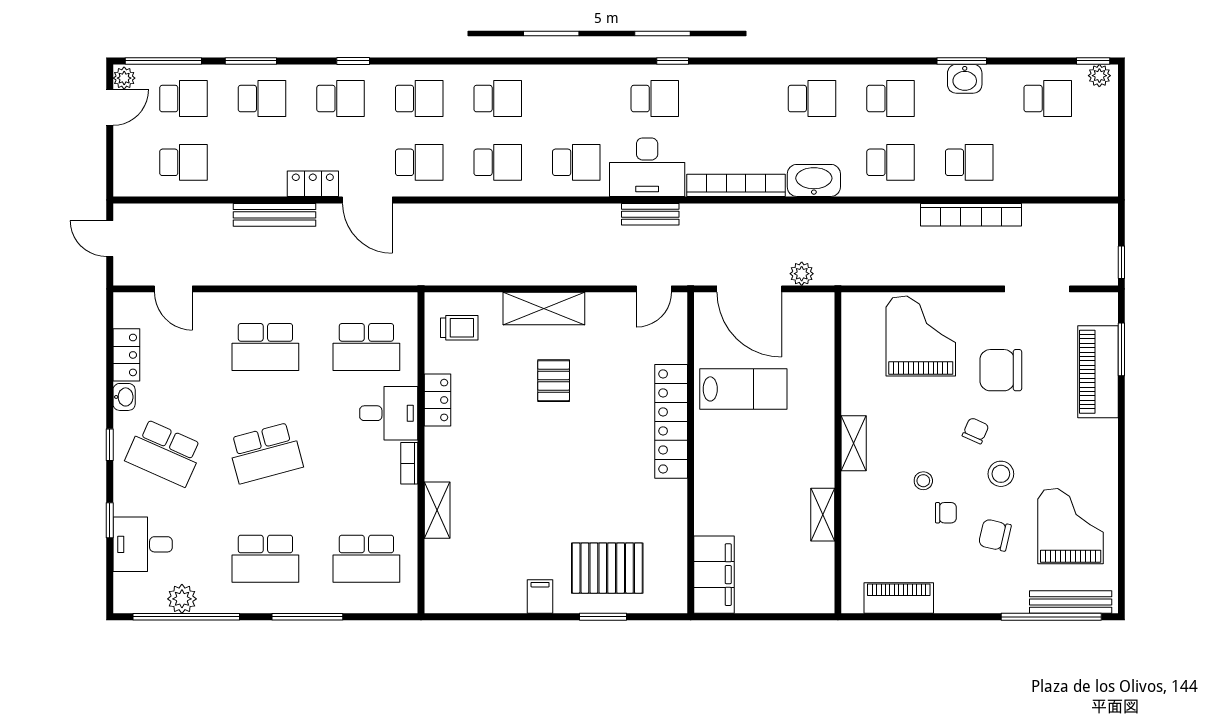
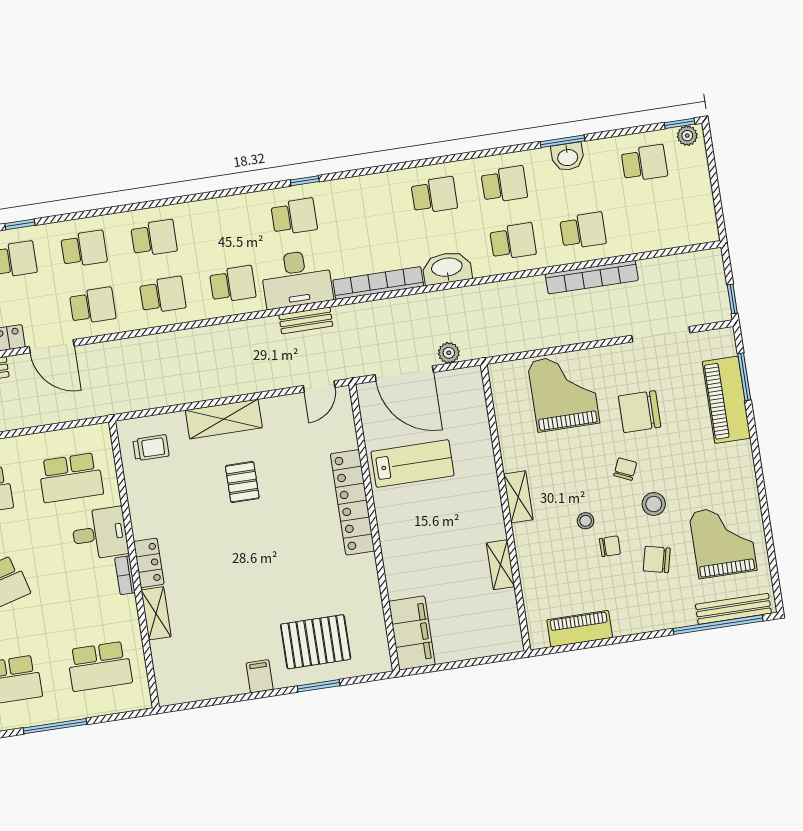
locker: (438, 400) -> (149, 563), moved

